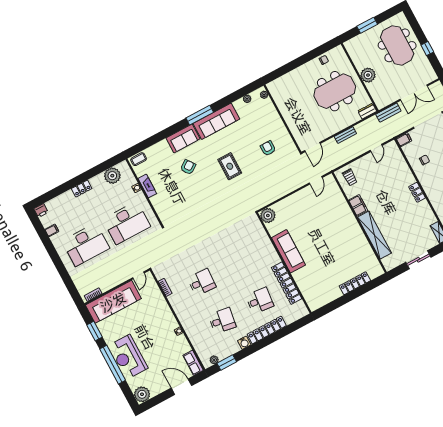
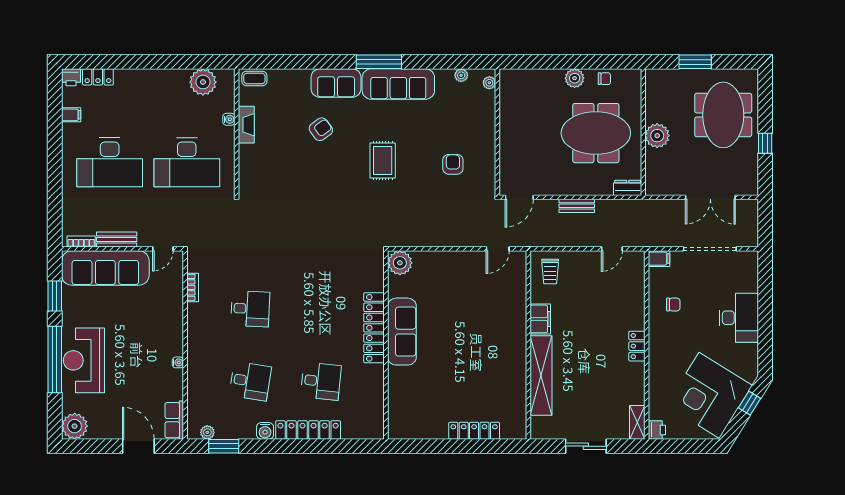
plant: (308, 68) -> (575, 78), added
bench: (388, 113) -> (117, 239), moved
locker: (82, 189) -> (98, 77), moved
locker: (287, 283) -> (374, 328), moved

